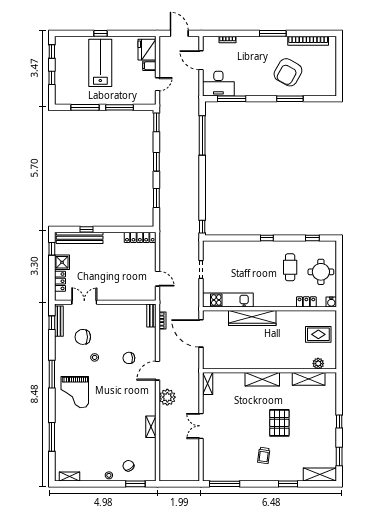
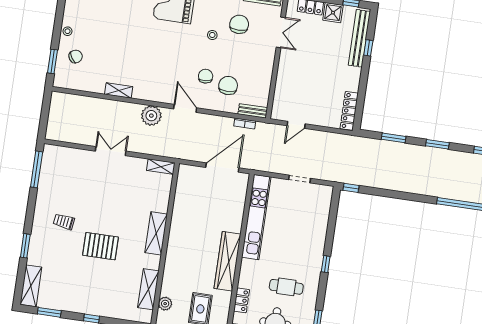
kitchen unit: (228, 300) -> (256, 217), width x1.36
wardrobe: (252, 318) -> (227, 261), moved
chair: (134, 339) -> (228, 85), added

